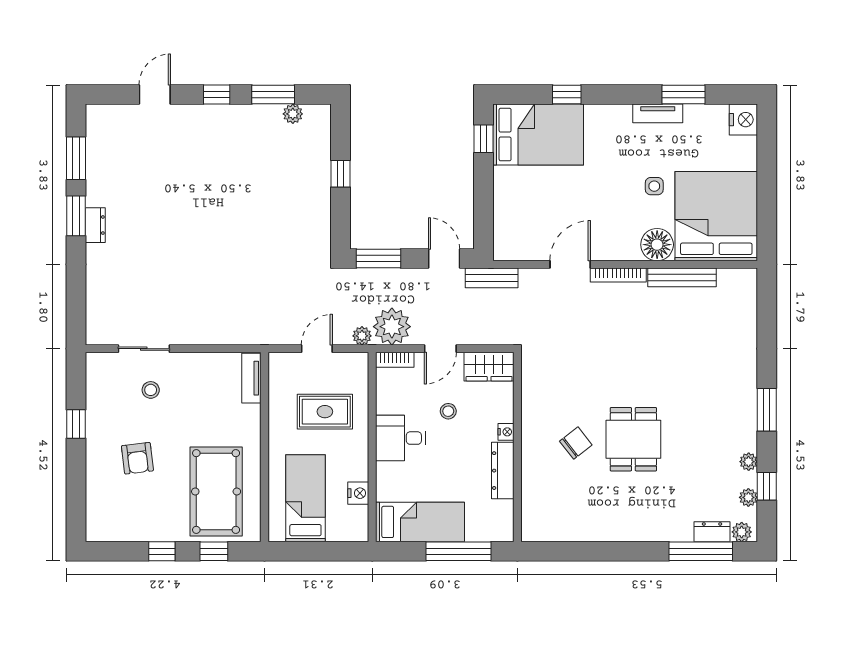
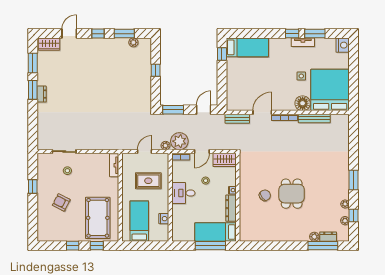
window: (567, 95) -> (292, 34), moved
wardrobe: (111, 117) -> (49, 44), added
bed: (538, 135) -> (247, 47), width x0.67
door: (444, 259) -> (204, 110), hinge flipped
bench: (492, 278) -> (237, 119), moved
armchair: (137, 458) -> (61, 202), turned 124
bed: (420, 522) -> (216, 232), moved, turned 180
plant: (742, 532) -> (314, 237), moved

